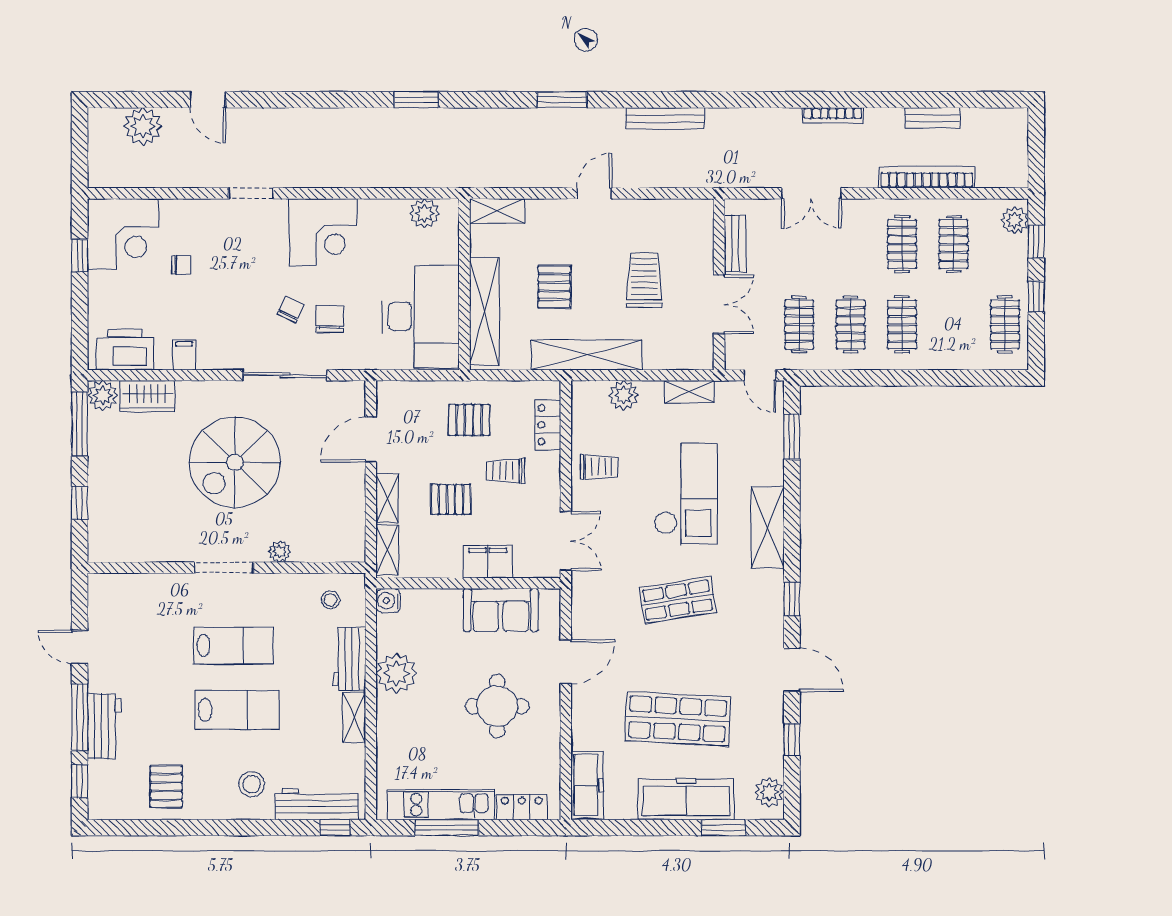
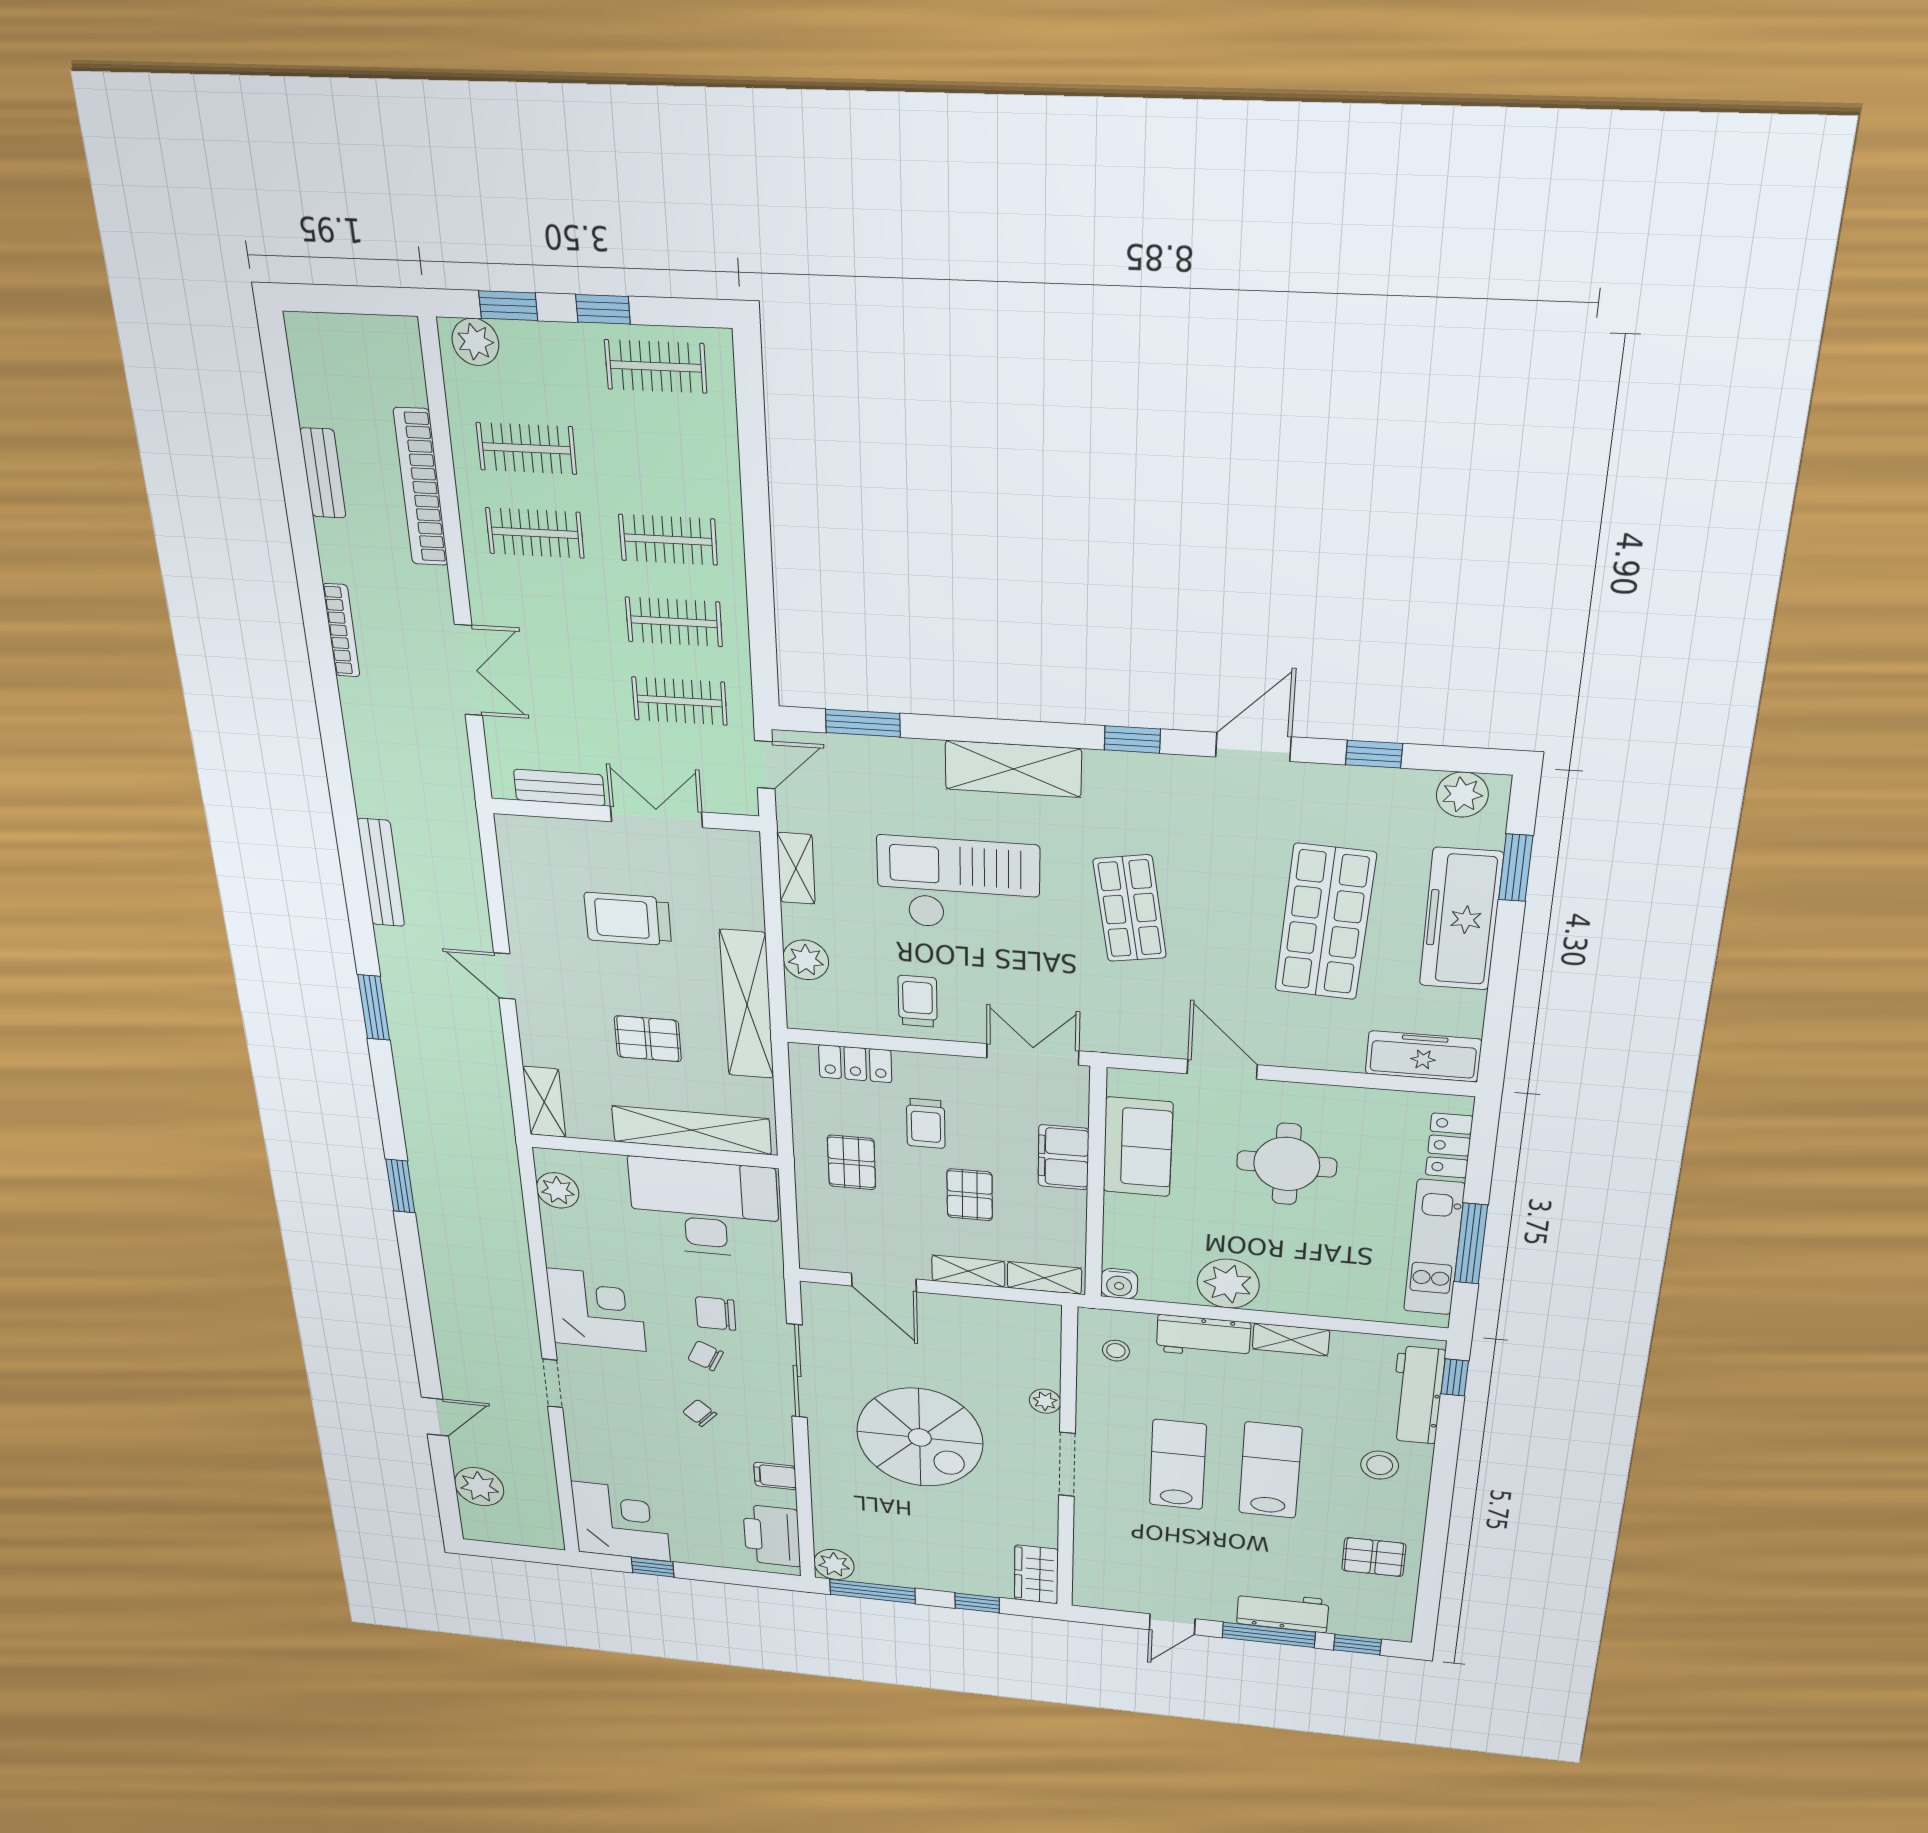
chair: (181, 265) -> (700, 1413), moved, turned -48
wardrobe: (147, 396) -> (1036, 1574), moved, turned 180

